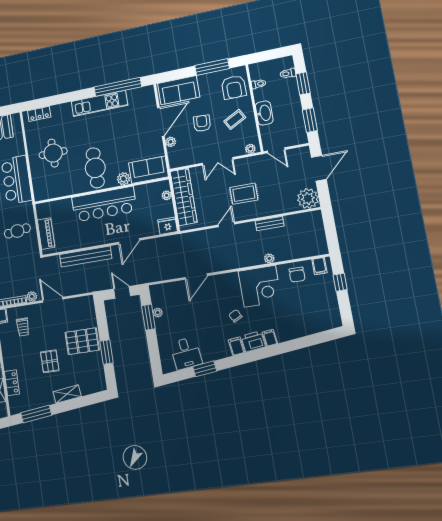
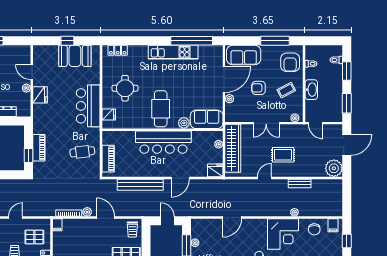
armchair: (202, 123) -> (259, 88), turned -93
fridge: (40, 185) -> (109, 114), added
trolley: (23, 327) -> (132, 230), moved

